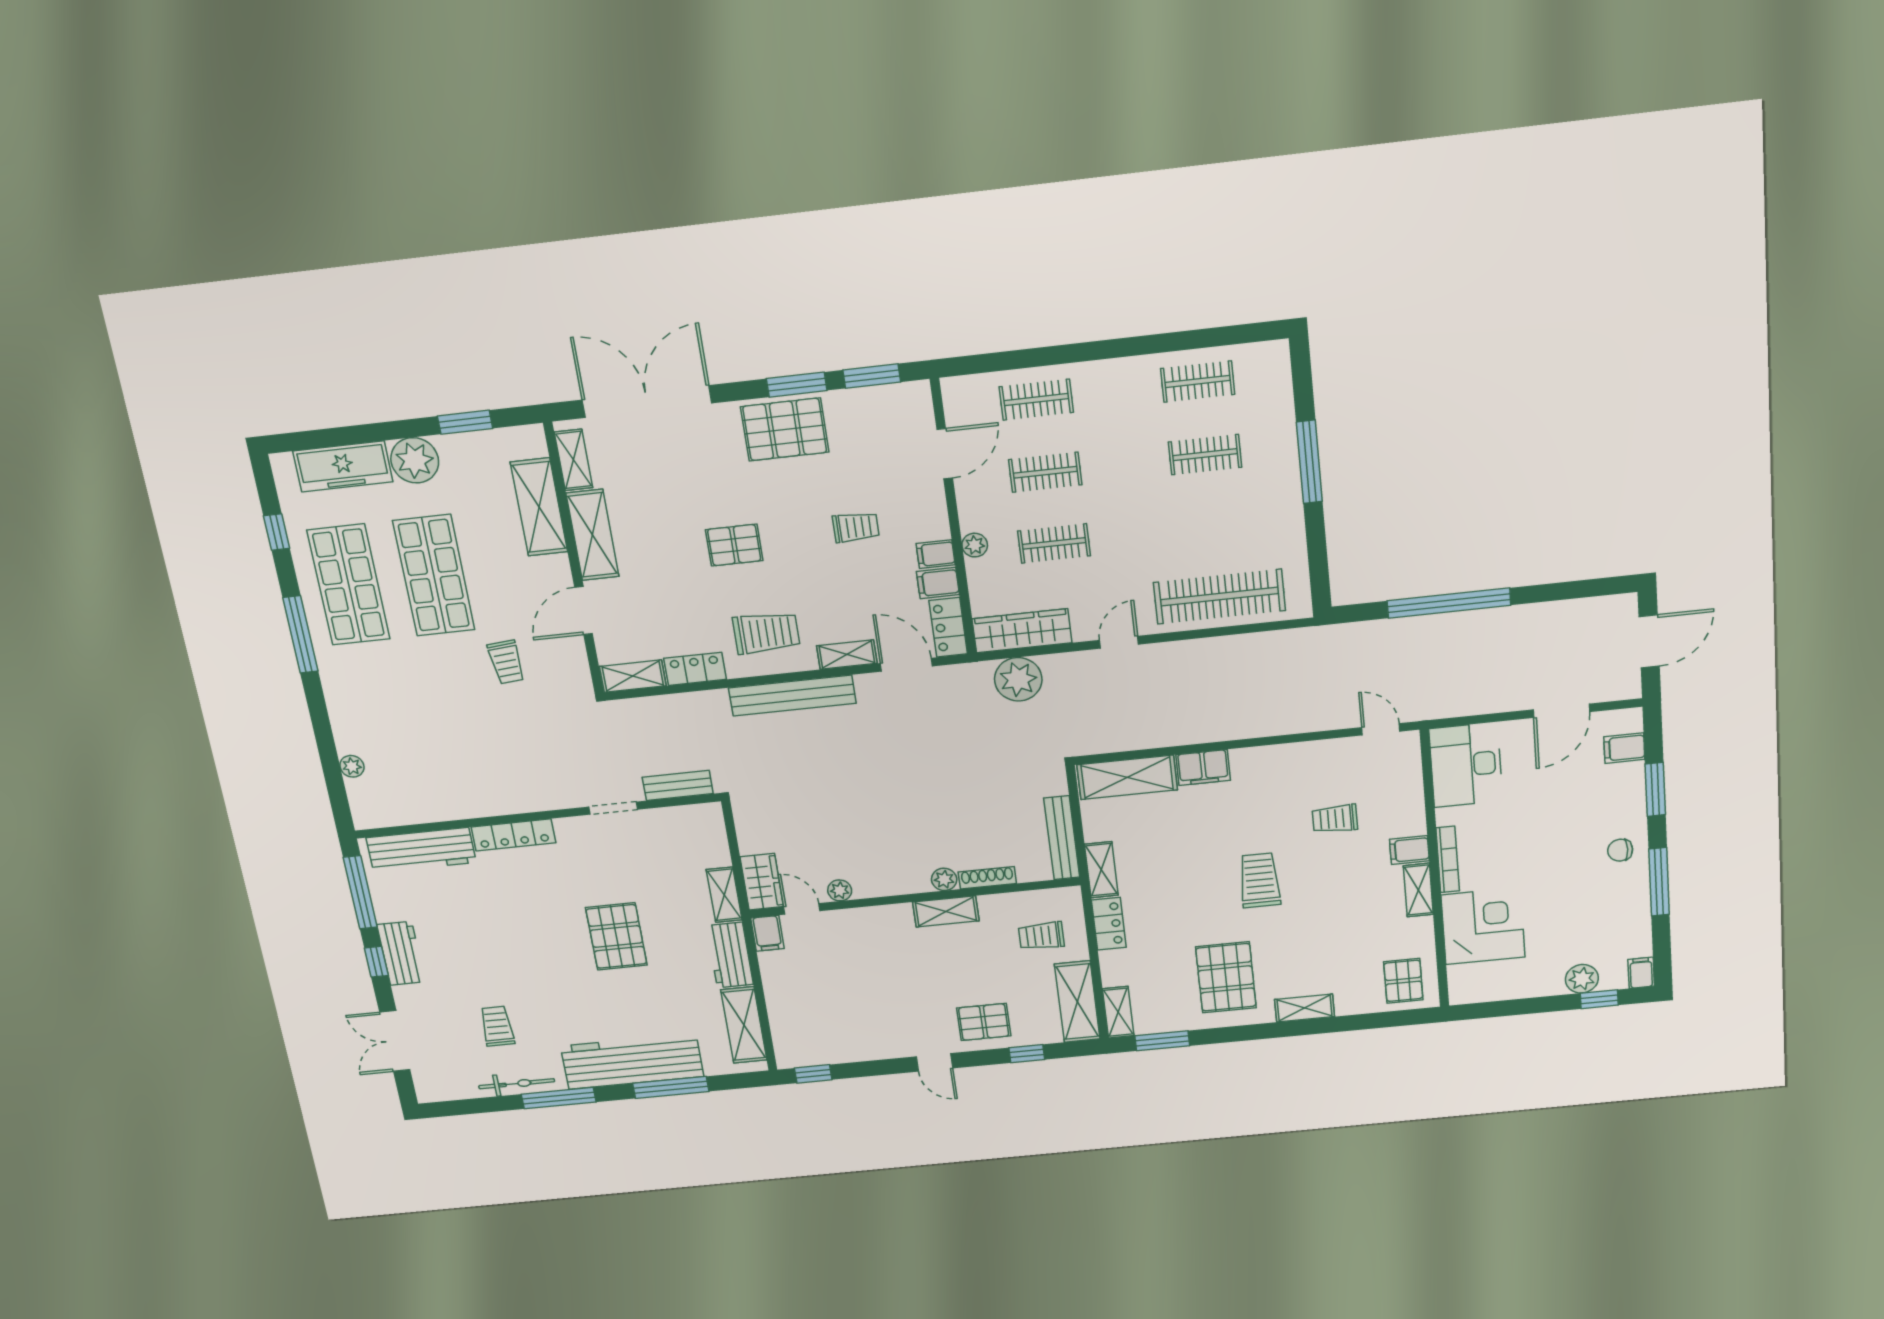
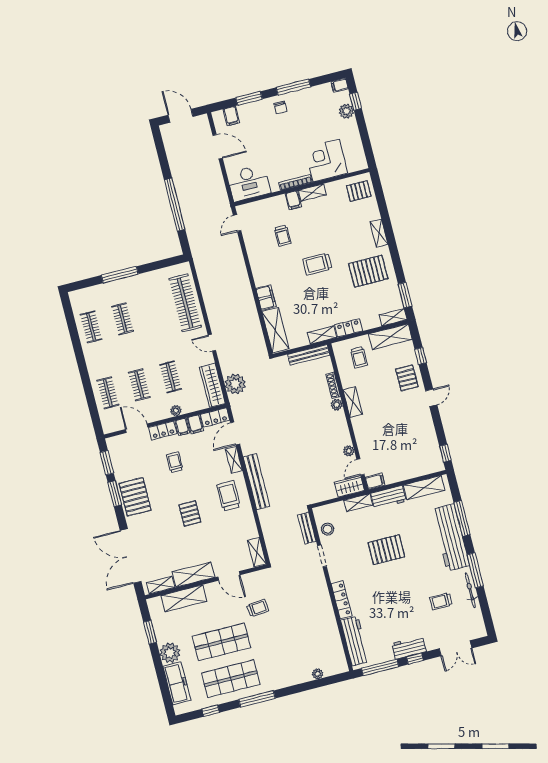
locker: (695, 669) -> (163, 430), moved, turned -90
stool: (672, 827) -> (328, 529), added

